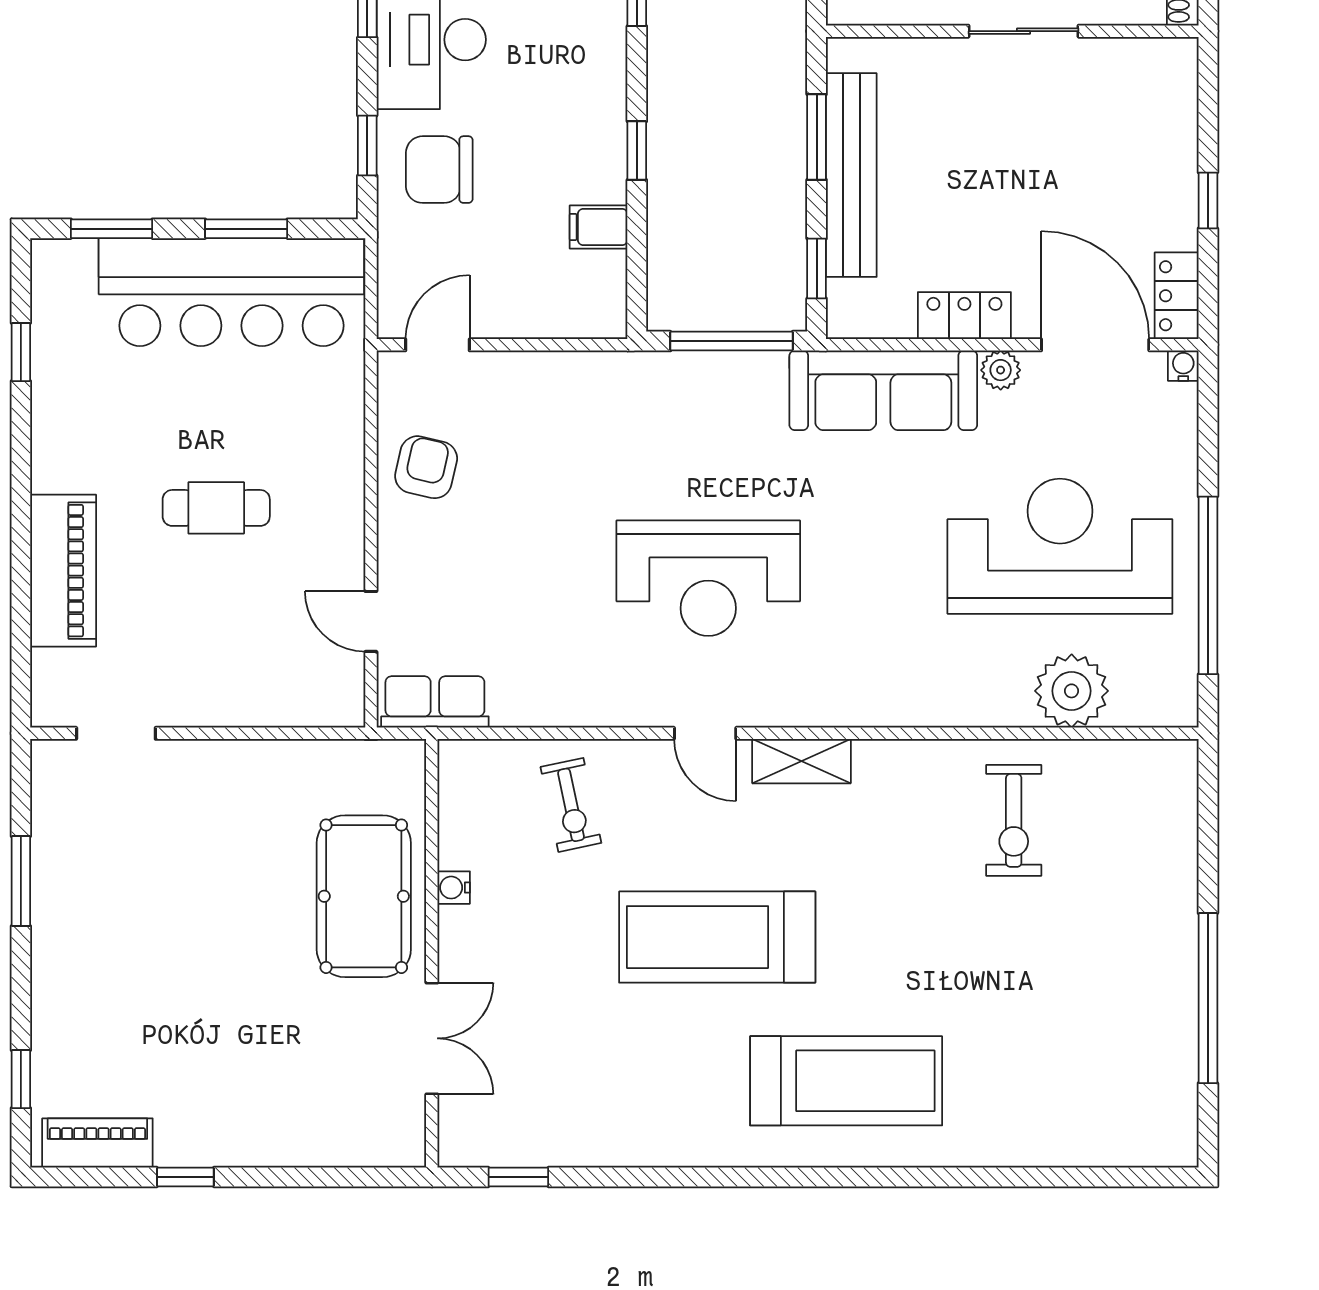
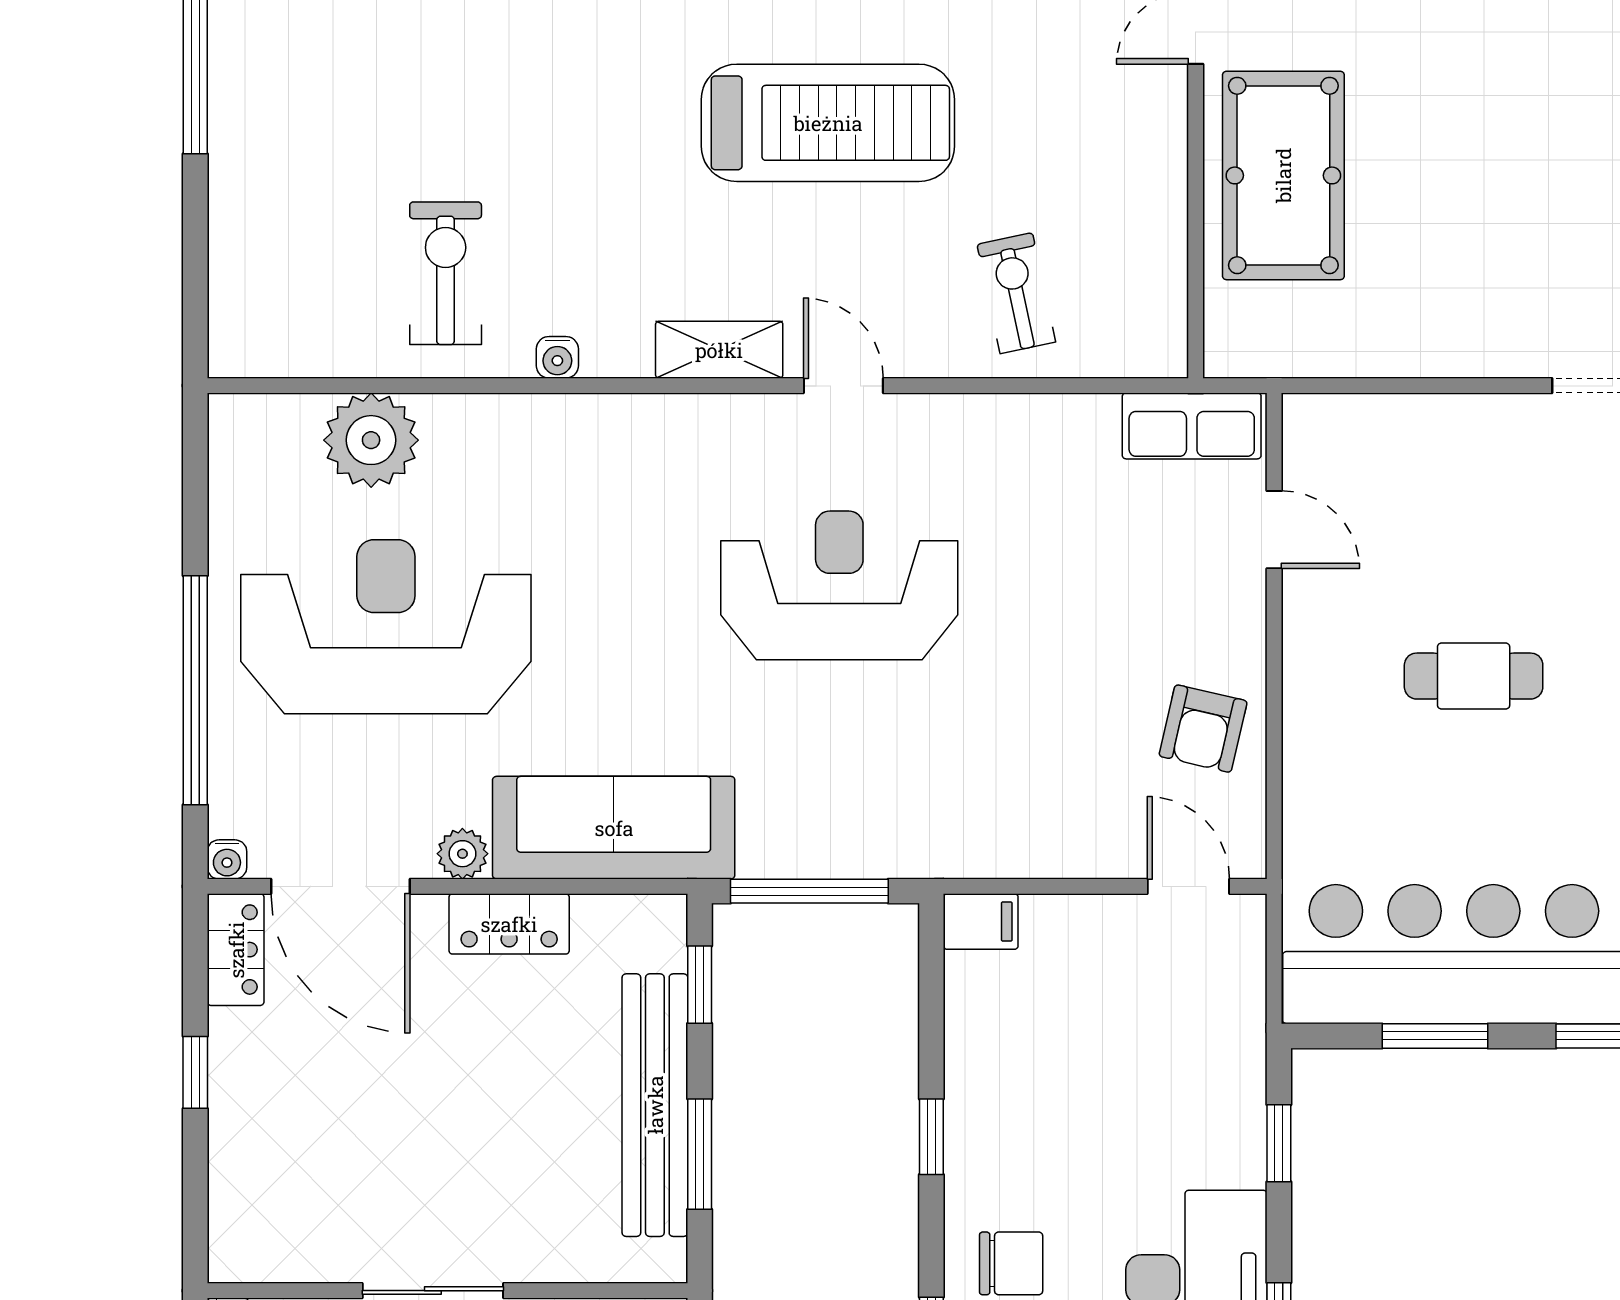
chair: (439, 170) -> (1011, 1263), moved, width x0.73, depth x0.73
filing cabinet: (599, 227) -> (981, 922), moved
door: (438, 345) -> (1188, 886), swing flipped
reception desk: (1060, 546) -> (386, 627), turned 180
window: (1208, 585) -> (195, 690), moved
water cooler: (454, 888) -> (557, 357), moved, turned 90

